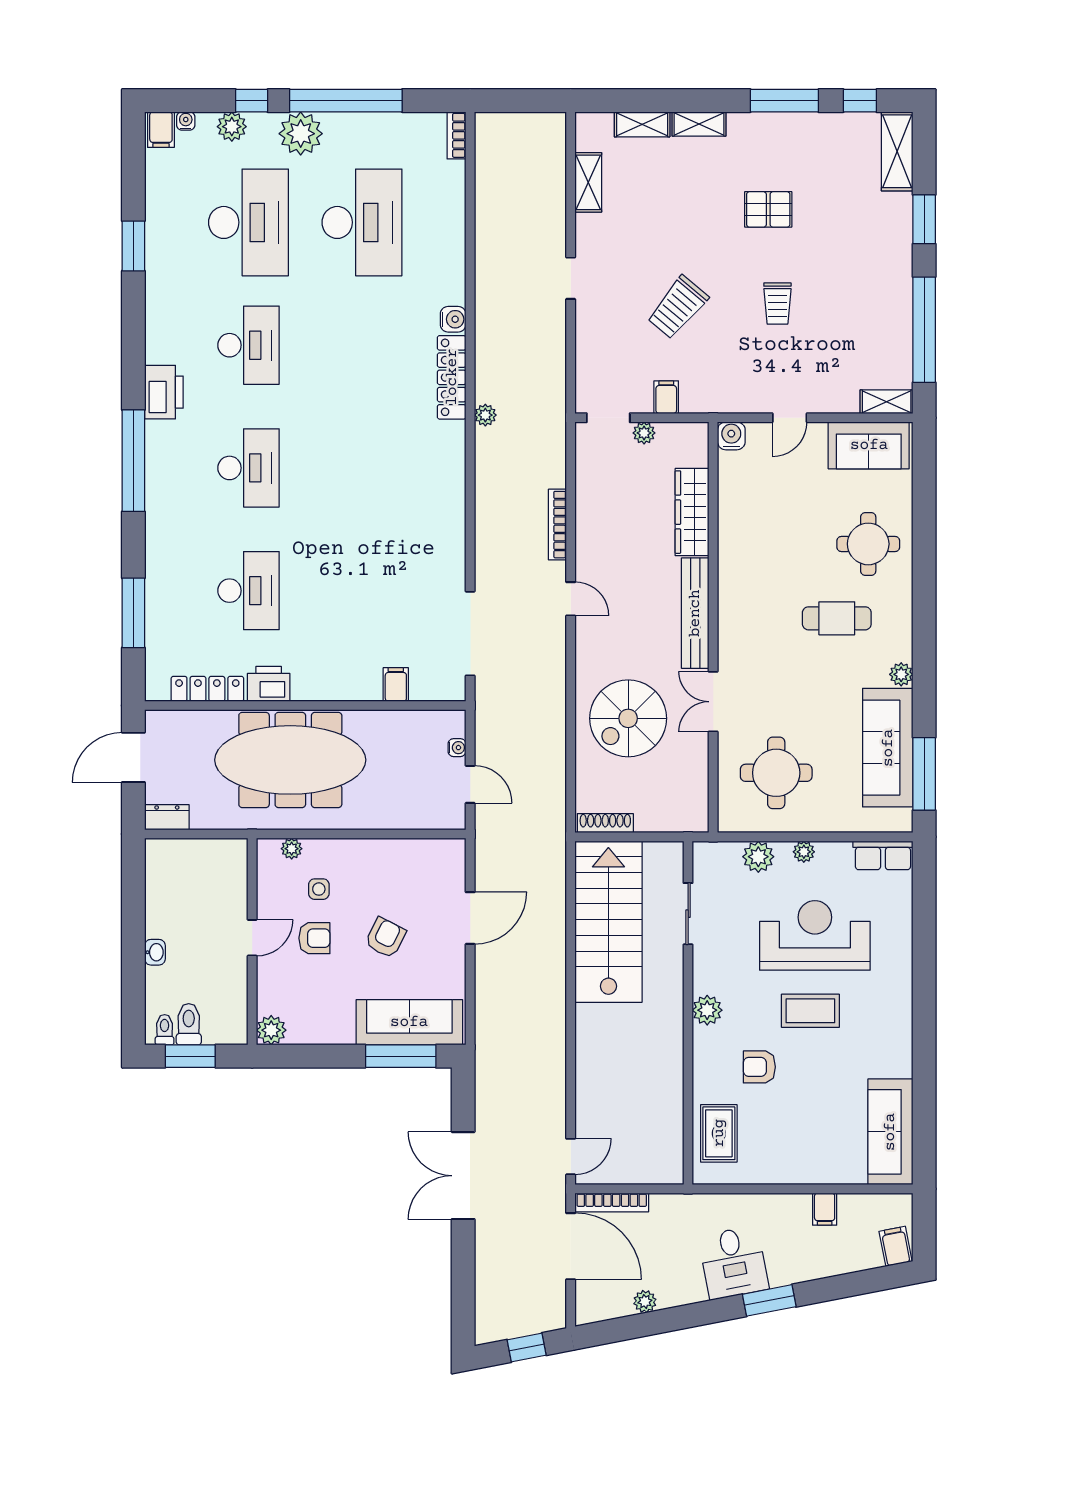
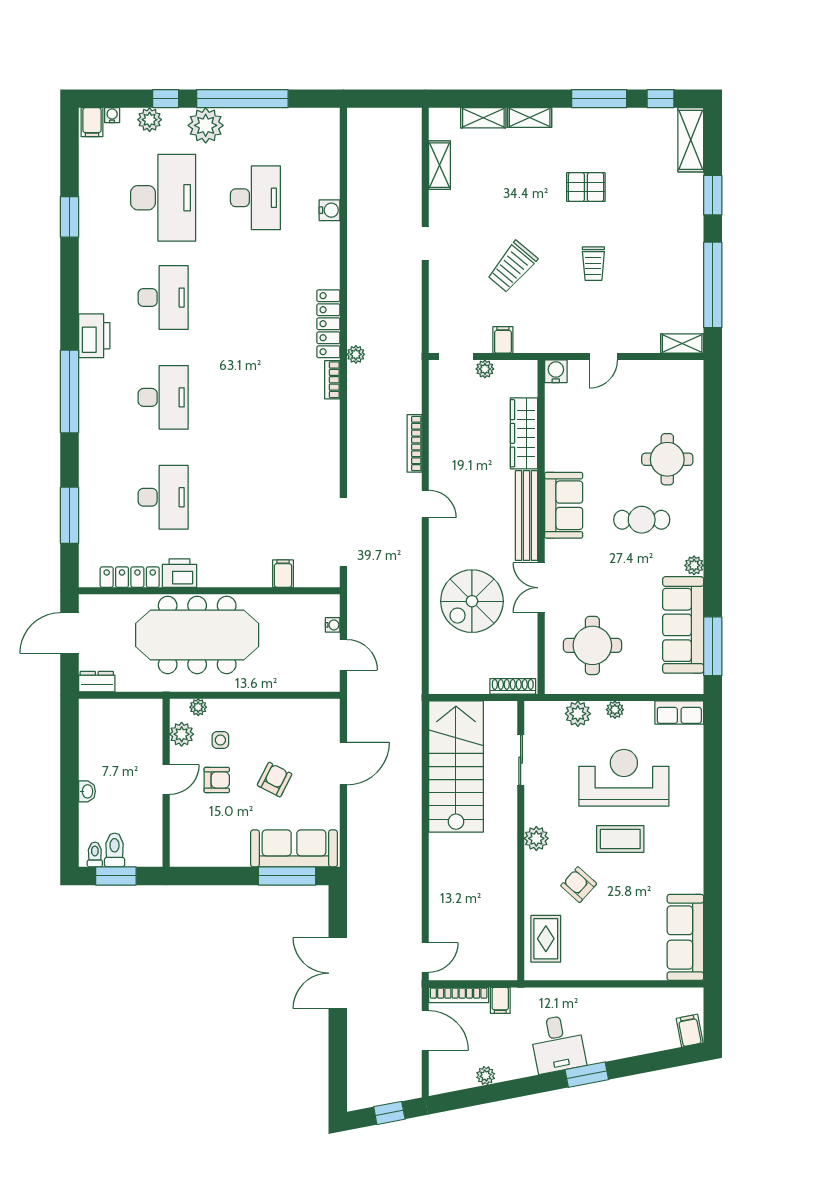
bookcase: (456, 135) -> (332, 380), moved
desk: (362, 222) -> (255, 198), width x0.73, depth x0.77
water cooler: (453, 319) -> (330, 210), moved
sofa: (869, 445) -> (564, 505), moved, turned -90
shoe rack: (605, 823) -> (513, 686), moved
plant: (271, 1030) -> (182, 734), moved
armchair: (759, 1067) -> (579, 885), turned 42
filing cabinet: (825, 1209) -> (500, 1000), moved
door: (571, 1246) -> (425, 1031), width x0.73

